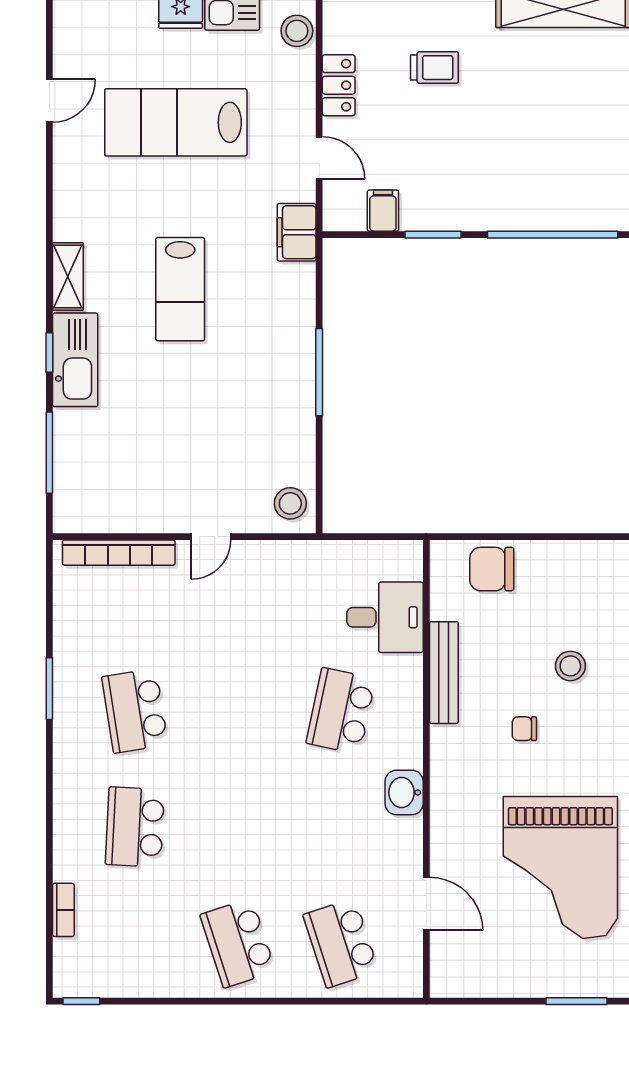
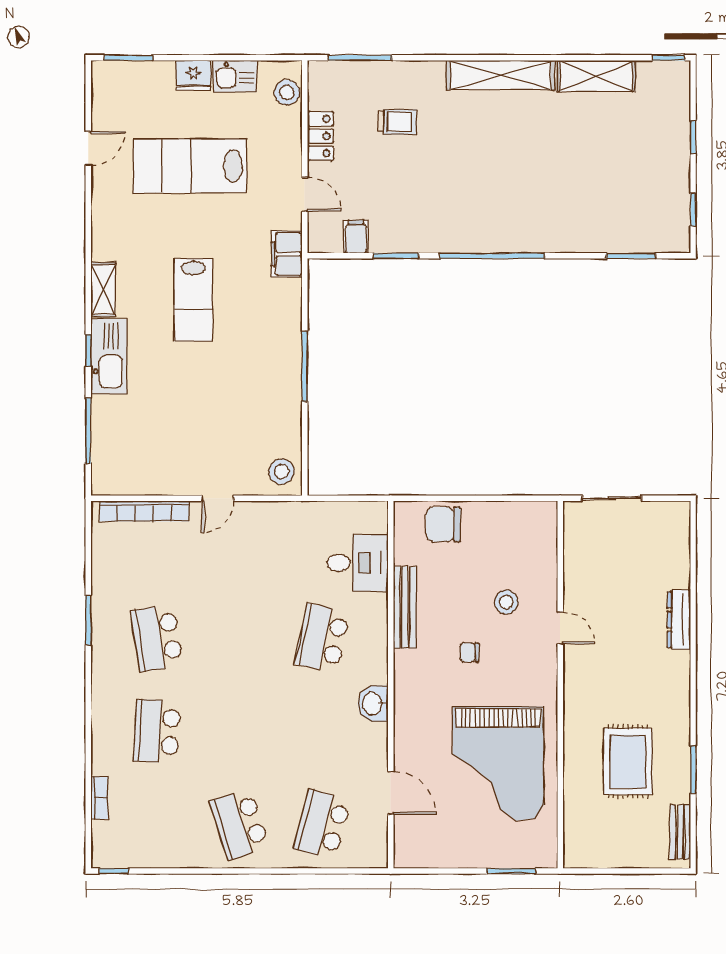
school desk: (341, 943) -> (322, 824), turned 33

